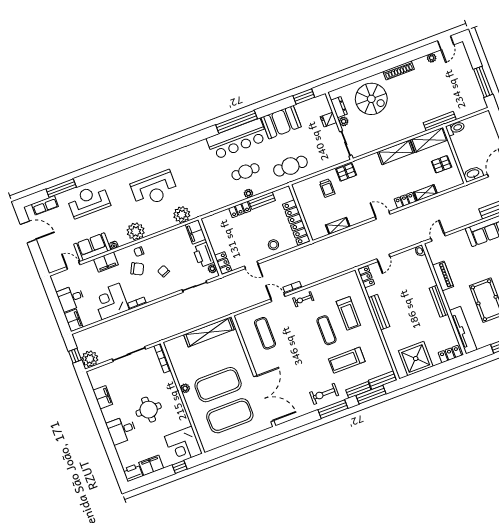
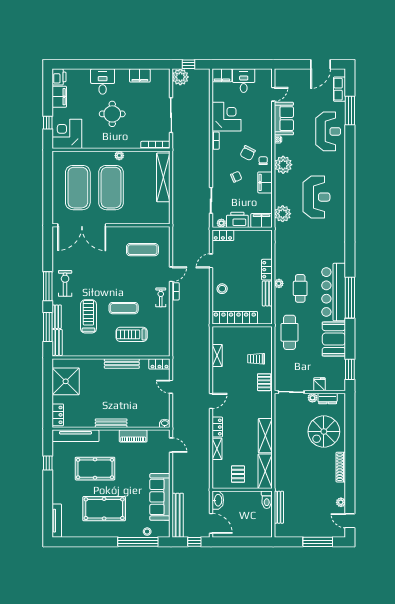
window: (483, 82) -> (318, 542), moved
bench: (440, 121) -> (279, 507), moved
reception desk: (154, 189) -> (316, 197), turned 180
filing cabinet: (106, 262) -> (265, 182), moved
shelving: (209, 332) -> (163, 177), moved

